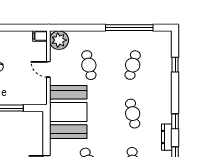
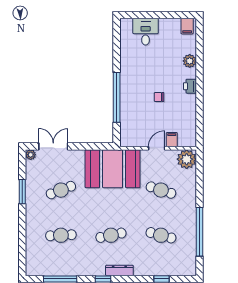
filing cabinet: (40, 36) -> (172, 140), moved
cafe table: (89, 65) -> (161, 190), turned 30
dresser: (167, 137) -> (119, 270), moved

